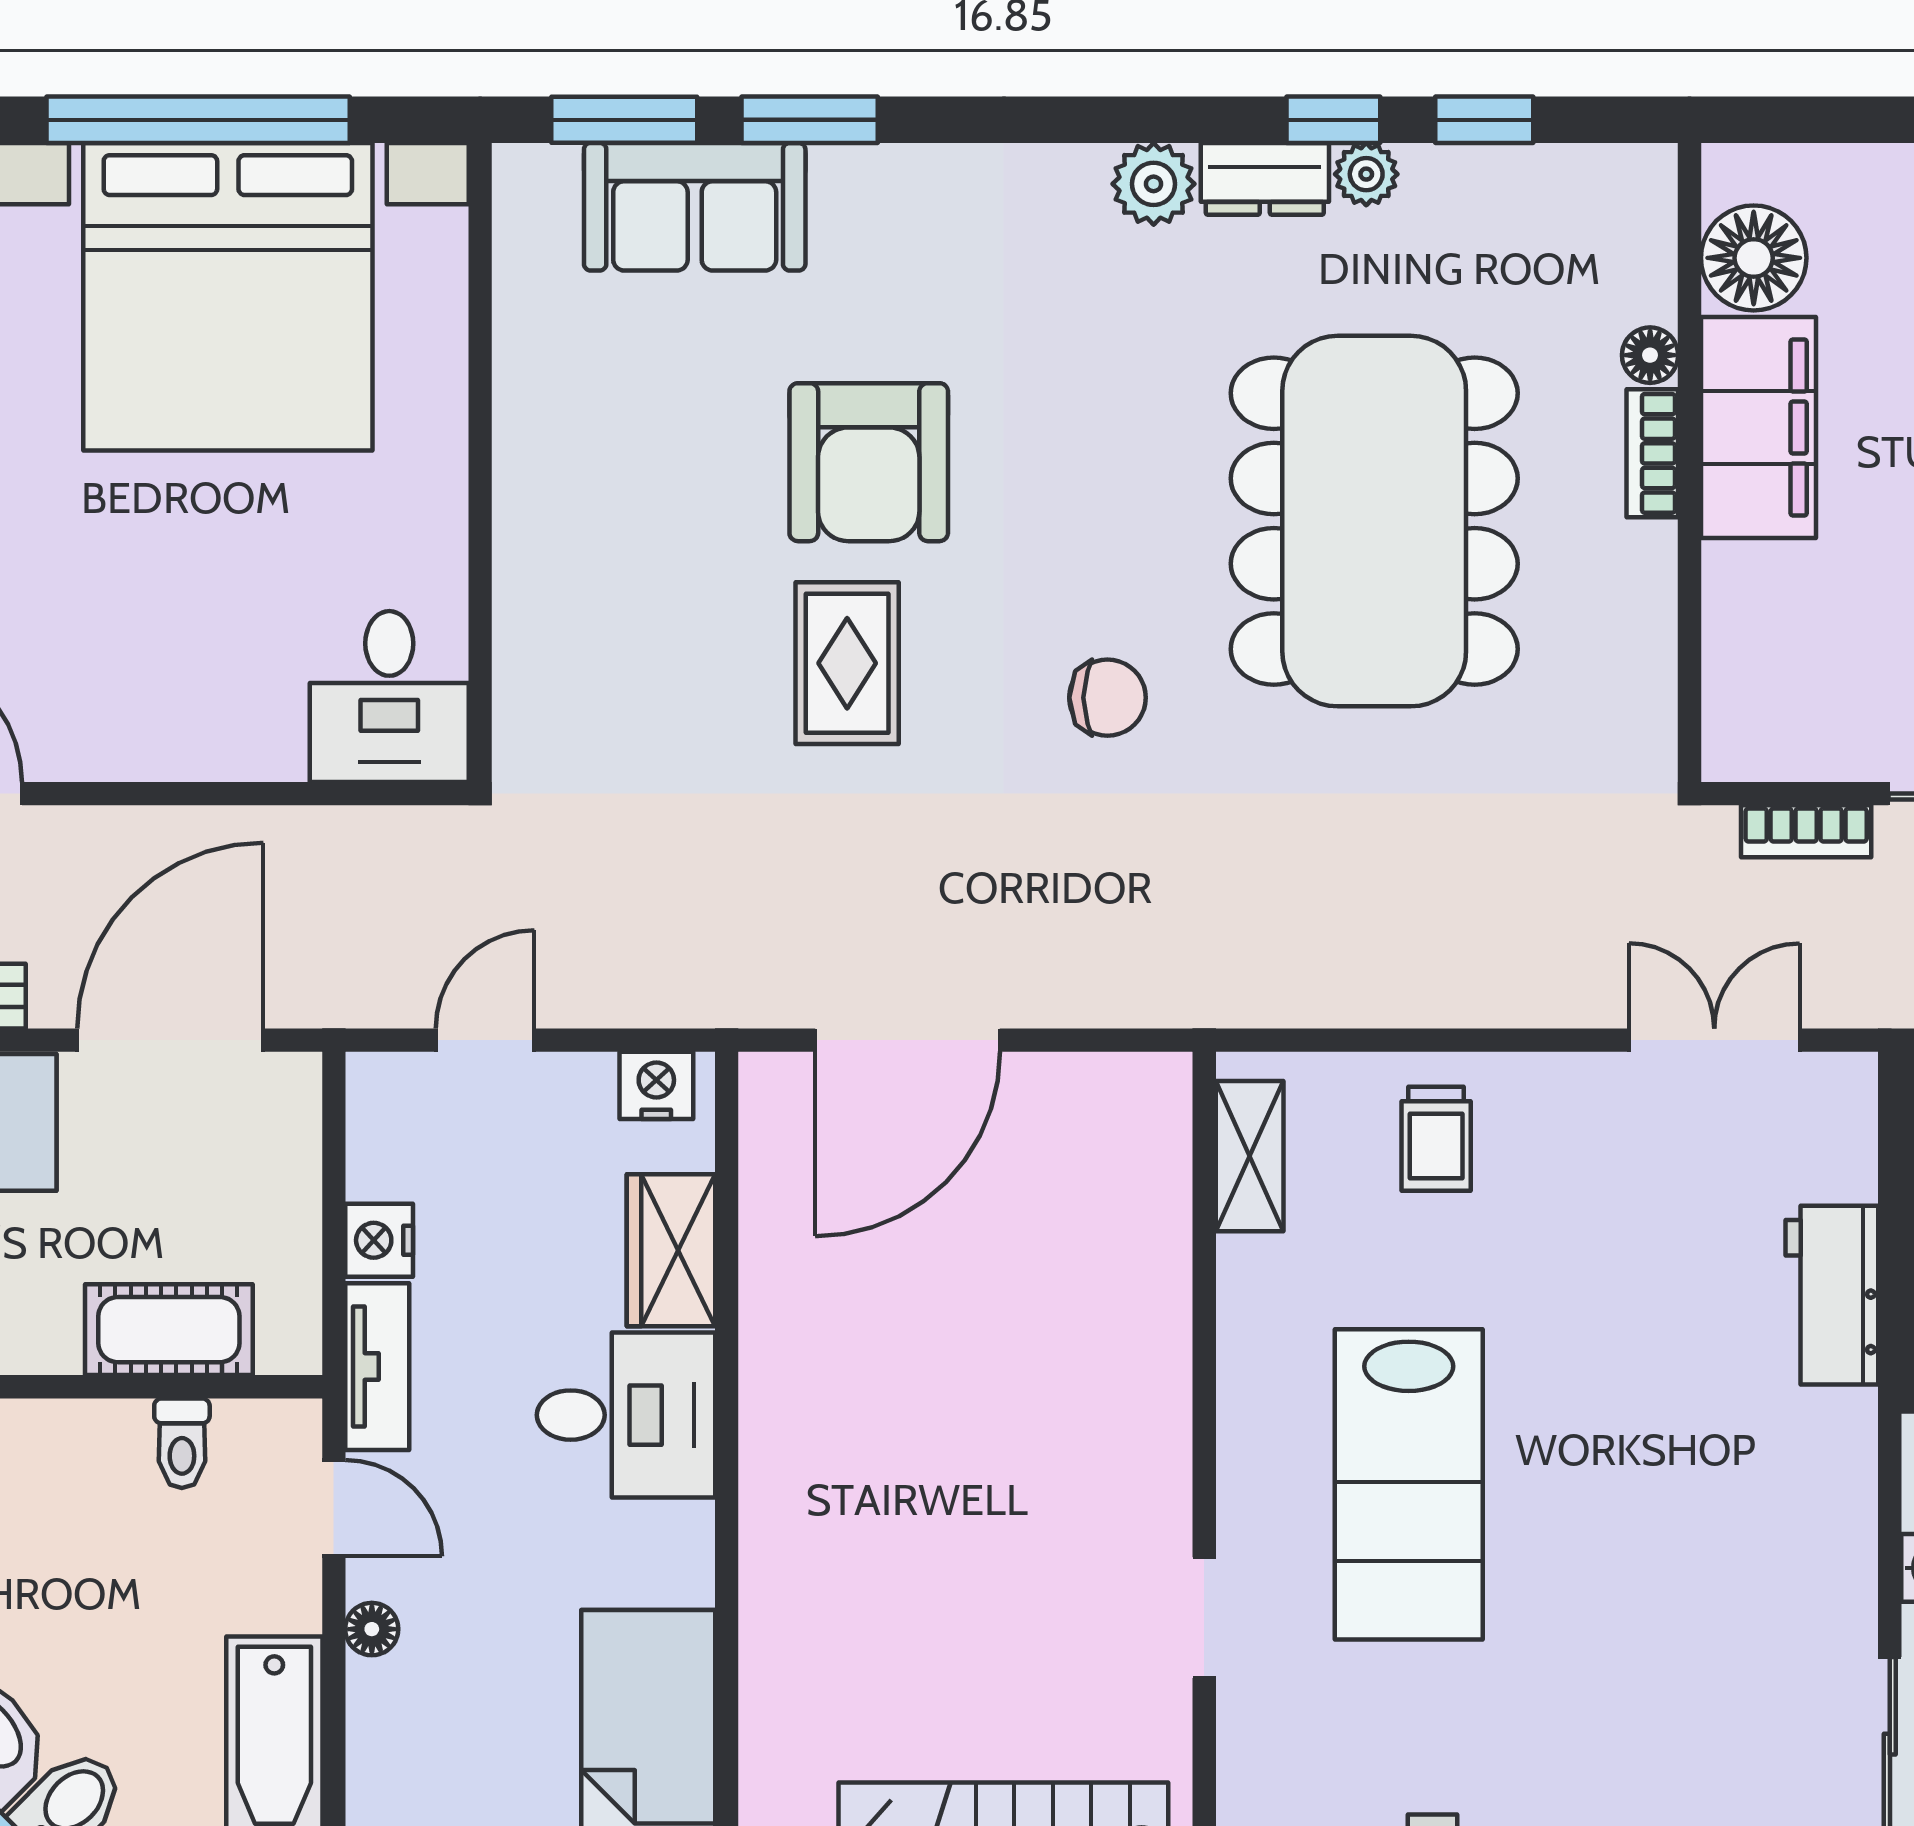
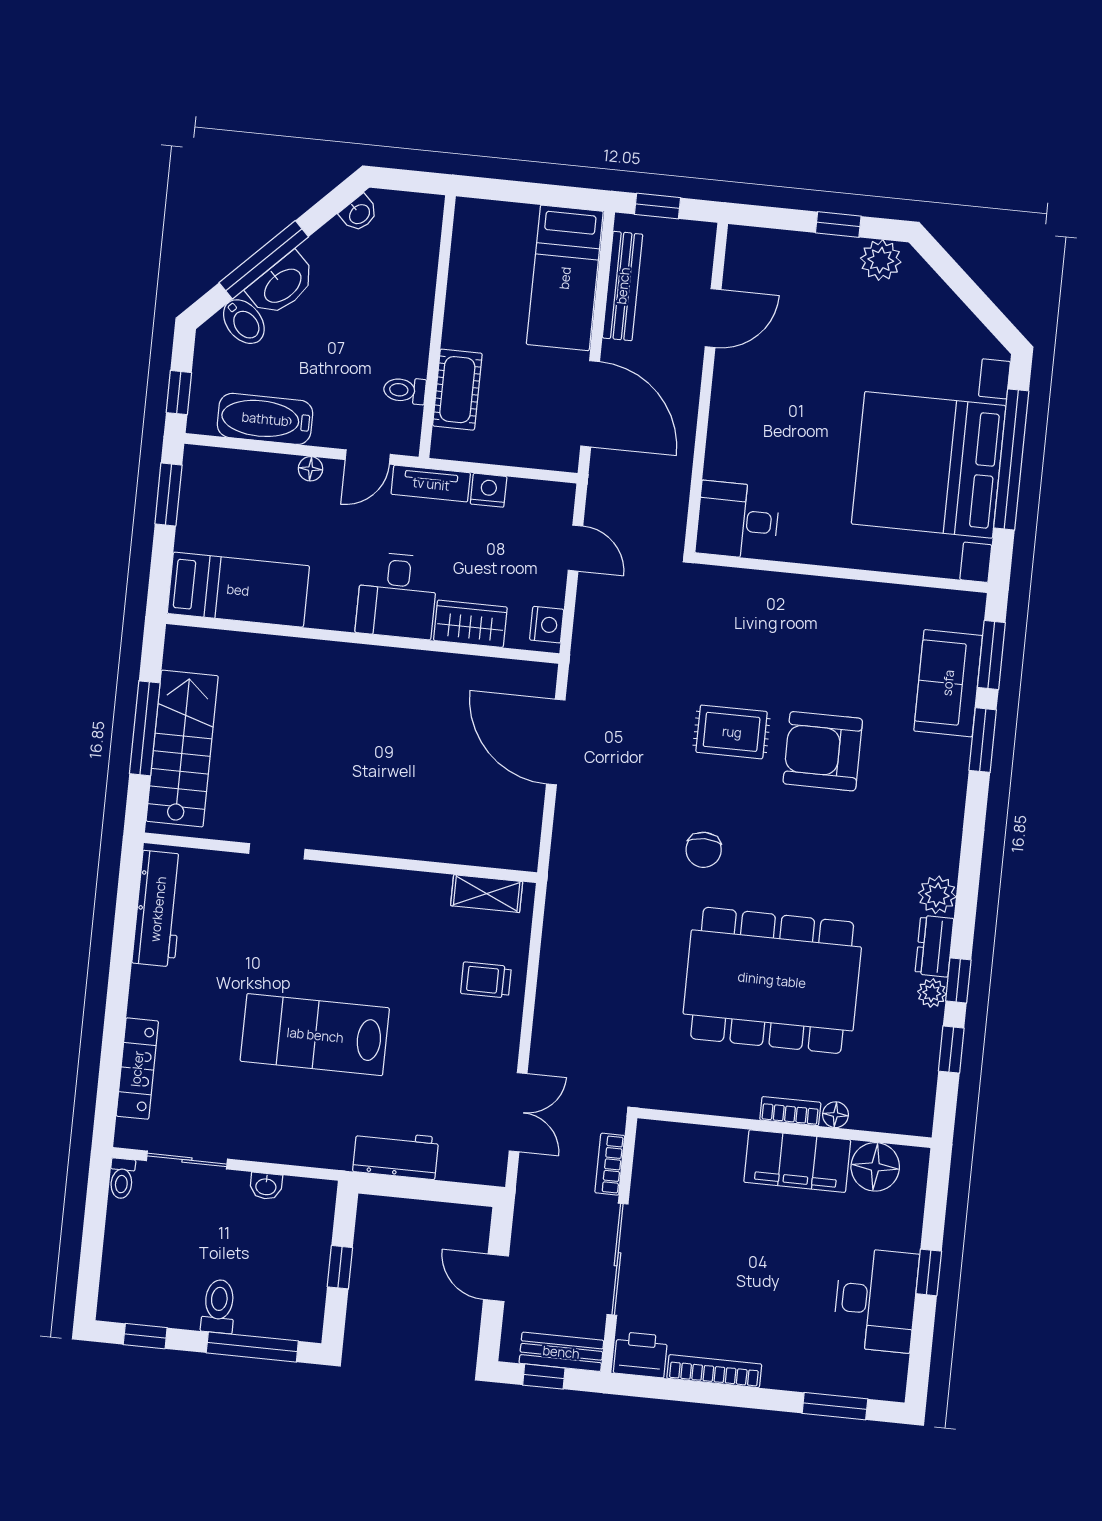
lab bench: (1409, 1484) -> (315, 1035), moved

